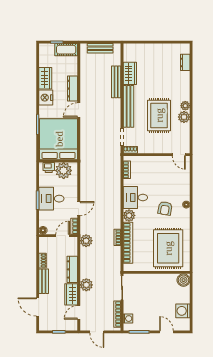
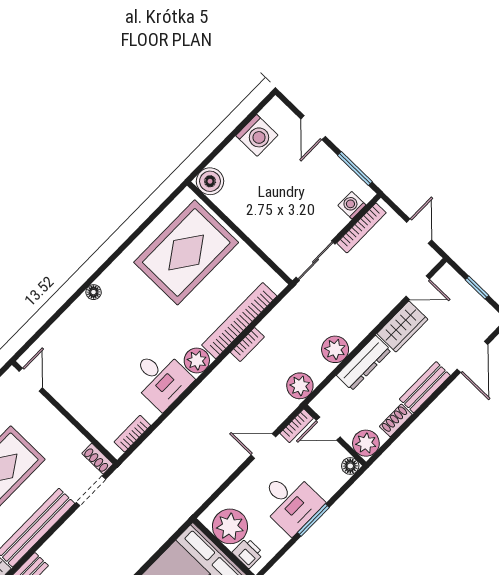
armchair: (165, 208) -> (131, 318), removed
plant: (45, 243) -> (366, 443), added
plant: (86, 285) -> (335, 349), moved

